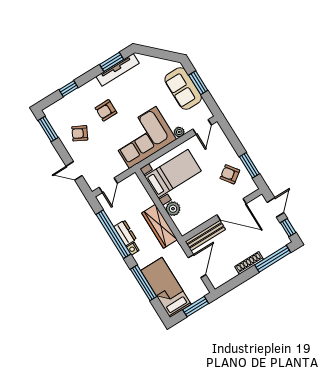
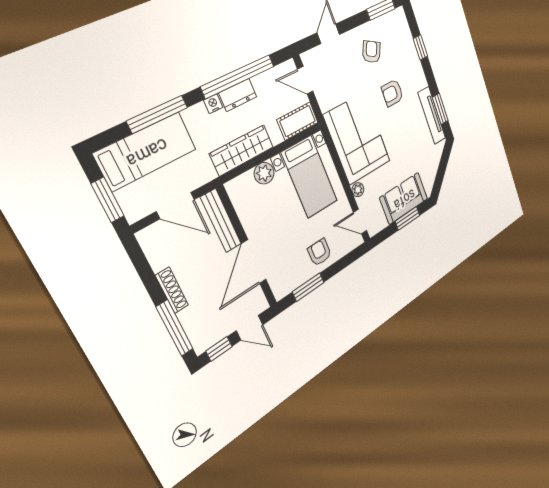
armchair: (106, 110) -> (392, 93), turned -90
armchair: (230, 174) -> (320, 252), moved, turned -54
cot: (136, 188) -> (298, 121), added

